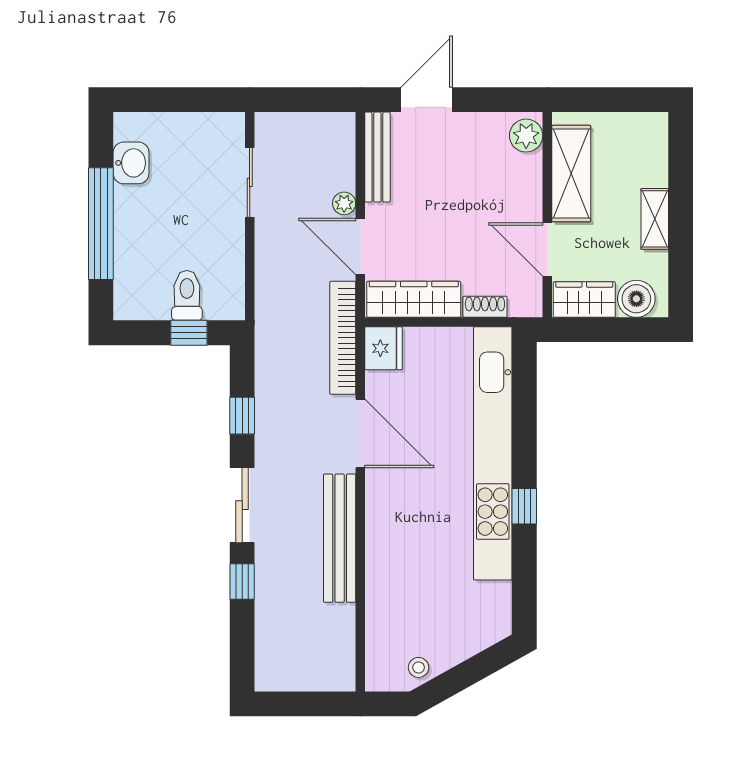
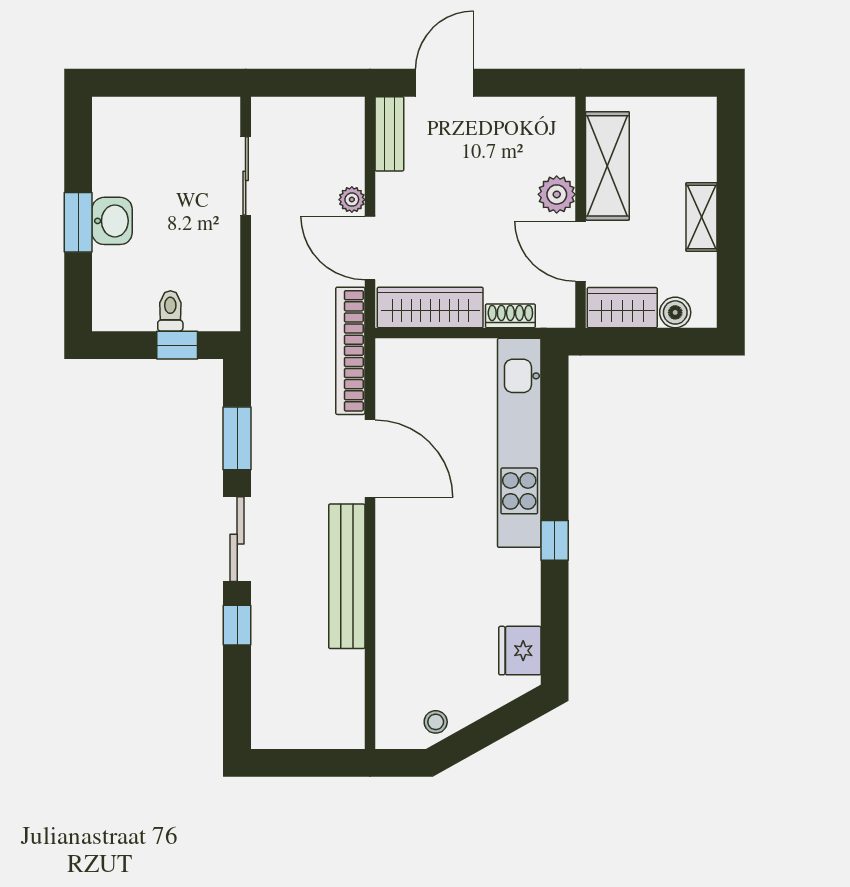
plant: (526, 136) -> (557, 194), moved
bench: (377, 157) -> (389, 134), width x0.73
washbasin: (131, 163) -> (112, 221), moved
window: (101, 224) -> (78, 222), width x0.47
toilet: (187, 295) -> (170, 311), width x0.73, depth x0.72
boiler: (636, 299) -> (675, 312), width x0.73, depth x0.73
fridge: (383, 348) -> (520, 651), moved, turned 180
window: (242, 416) -> (237, 438), width x1.50
kitchen unit: (493, 453) -> (519, 443), width x0.73

